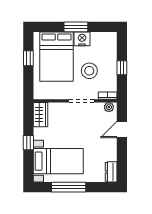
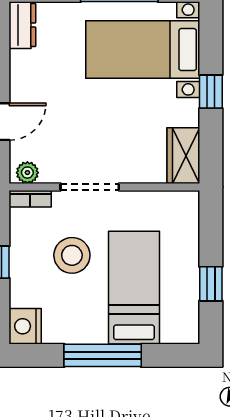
window: (76, 27) -> (103, 355), width x1.44
nightstand: (82, 39) -> (25, 326), moved, turned 90
bed: (57, 57) -> (134, 288), width x0.67

